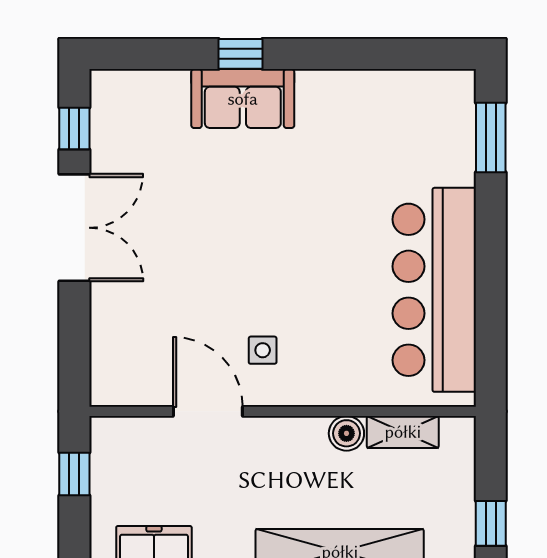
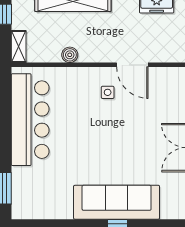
sofa: (243, 99) -> (117, 202), width x1.85, depth x1.27
shelving: (403, 432) -> (19, 47), moved, turned 90

